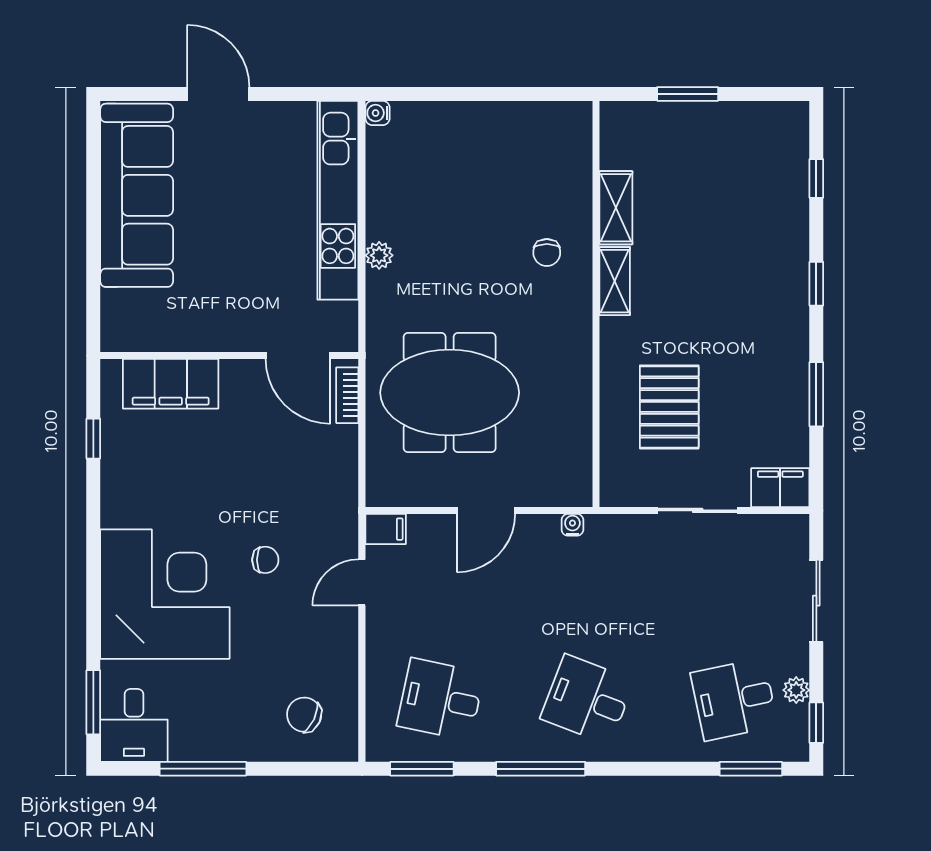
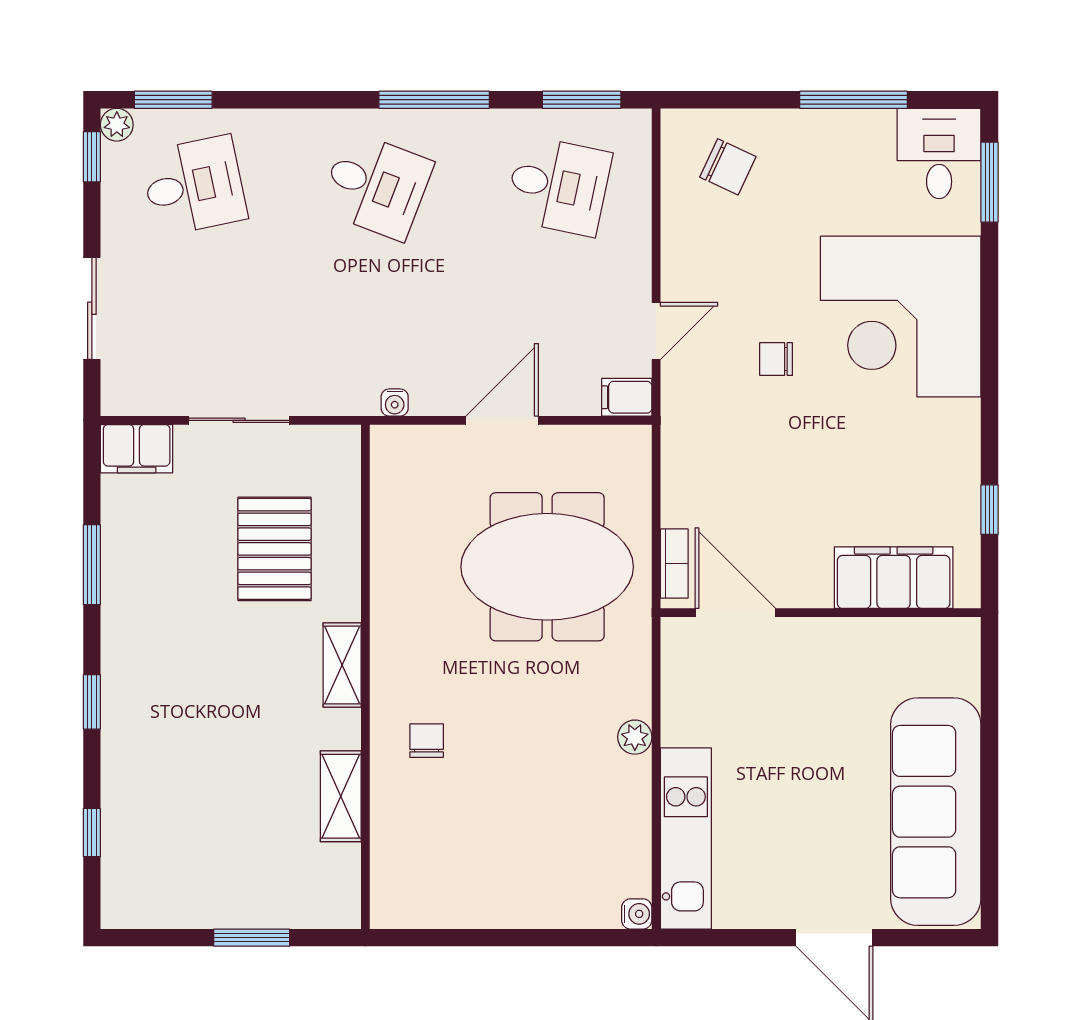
kitchen unit: (338, 200) -> (686, 838), width x0.73
shelving: (615, 281) -> (342, 665), moved
plant: (796, 690) -> (117, 125), moved

